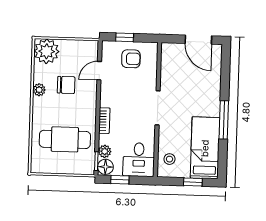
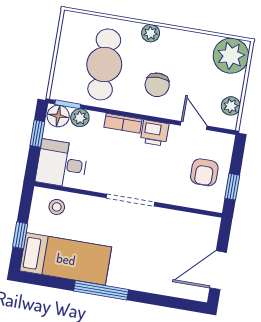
window: (125, 37) -> (232, 187), moved
plant: (82, 47) -> (231, 106), added
chair: (66, 85) -> (157, 85), moved
plant: (39, 90) -> (151, 33), moved
printer: (108, 97) -> (155, 133), added

